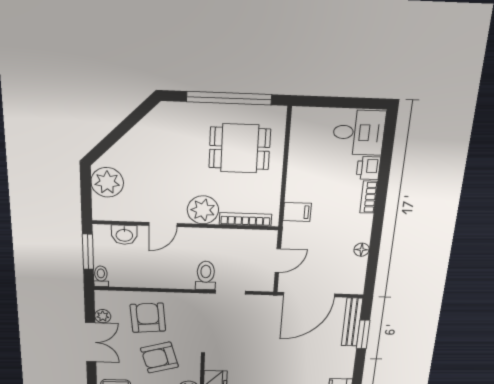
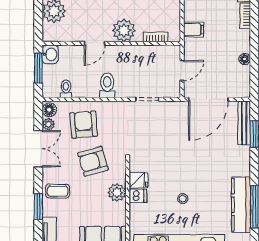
bookcase: (245, 219) -> (156, 37), width x0.64
washbasin: (124, 235) -> (50, 54), moved, turned -90
toilet: (101, 276) -> (66, 89), moved
toilet: (206, 276) -> (107, 85), moved
floor lamp: (103, 300) -> (49, 110), added

